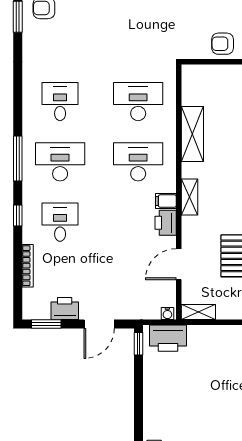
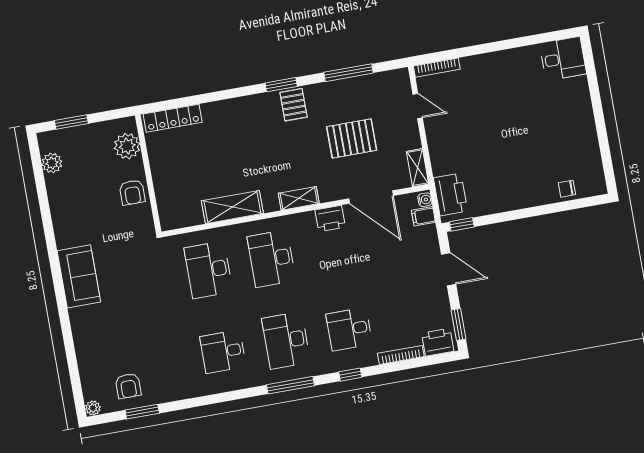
filing cabinet: (166, 201) -> (423, 216), moved, turned 90
door: (179, 264) -> (371, 197), width x1.36
printer: (65, 309) -> (438, 342), moved, turned 90

